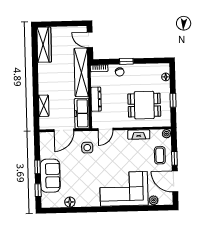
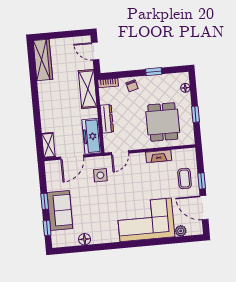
window: (126, 61) -> (154, 72), moved
shelving: (81, 72) -> (88, 89), width x0.68
dining table: (144, 105) -> (163, 122), turned 90
shelving: (44, 106) -> (48, 145), moved
plant: (167, 134) -> (191, 153), removed

